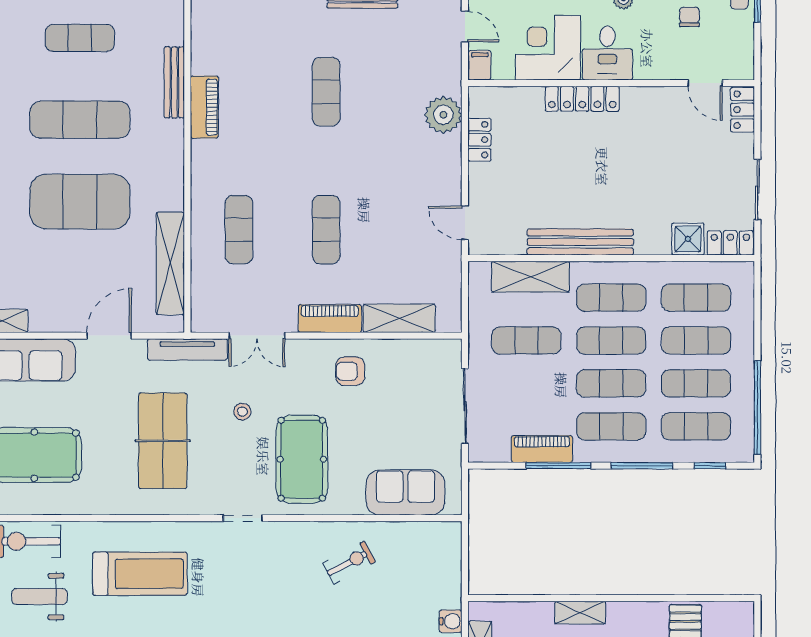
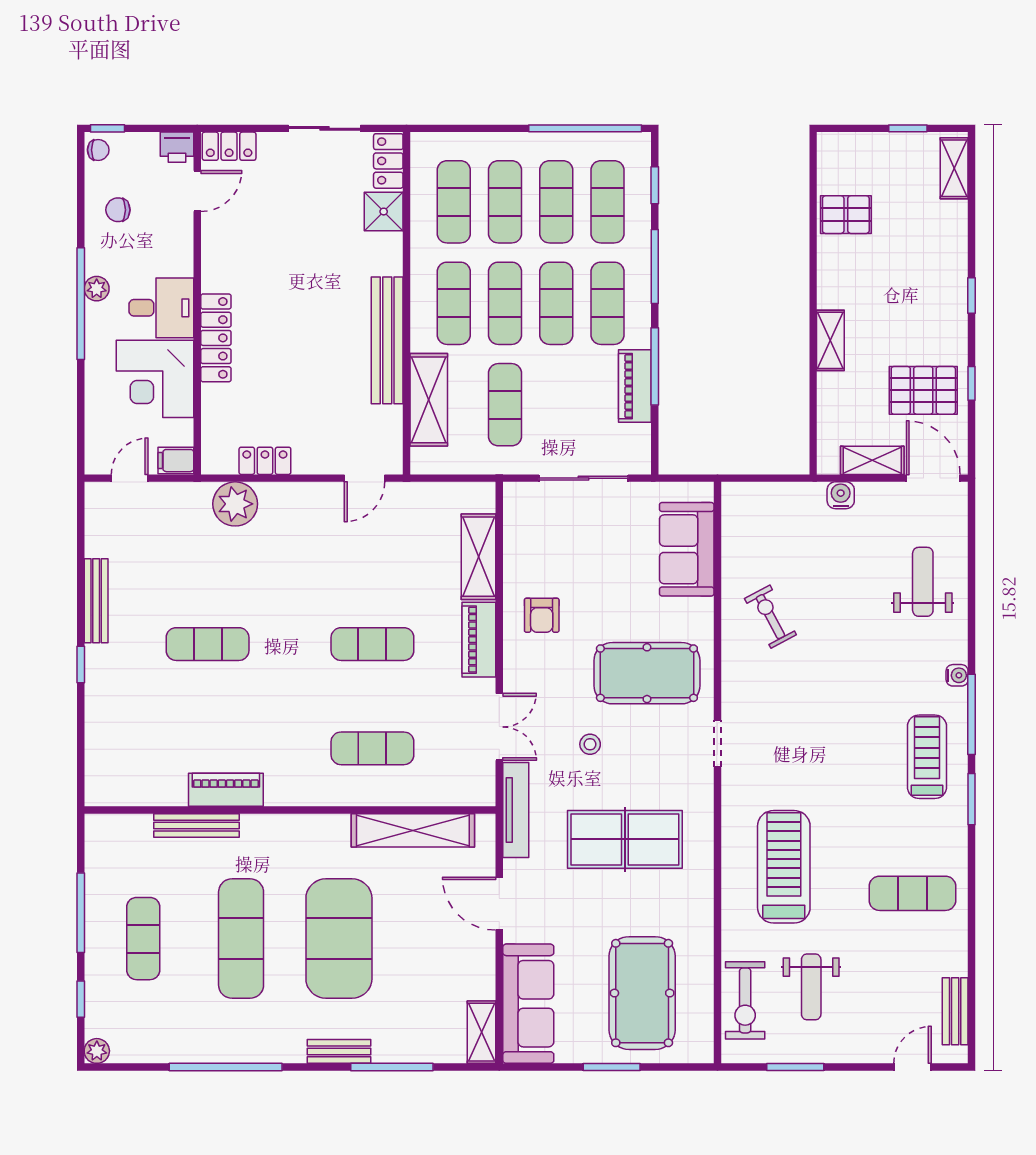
printer: (742, 66) -> (177, 147), added

